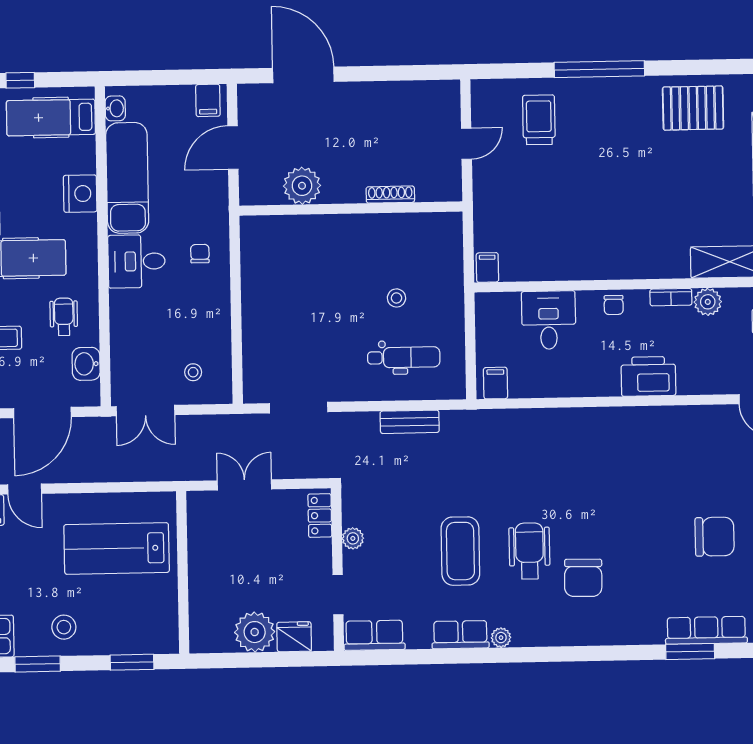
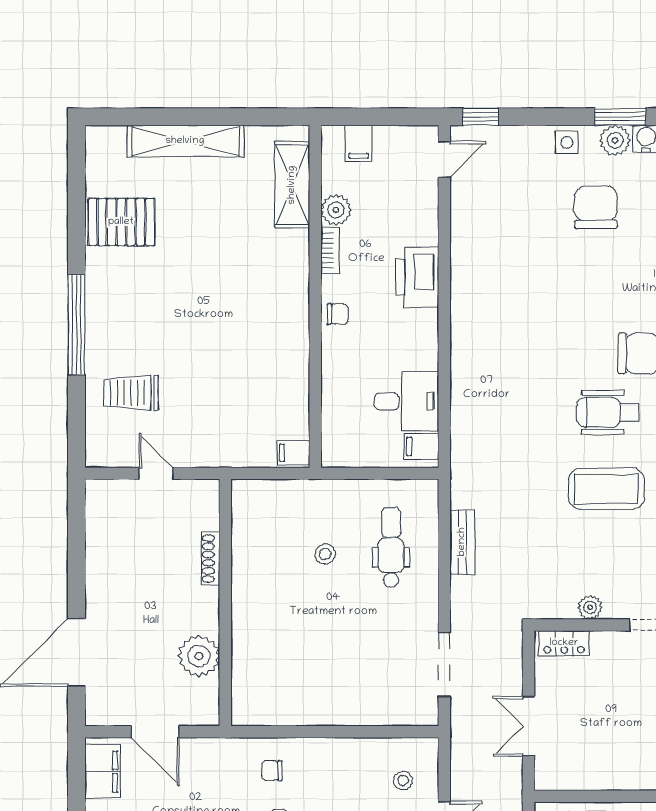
filing cabinet: (208, 100) -> (103, 772), width x2.00
pallet: (693, 108) -> (121, 222), turned 90
desk: (549, 320) -> (407, 401), moved, turned 180

